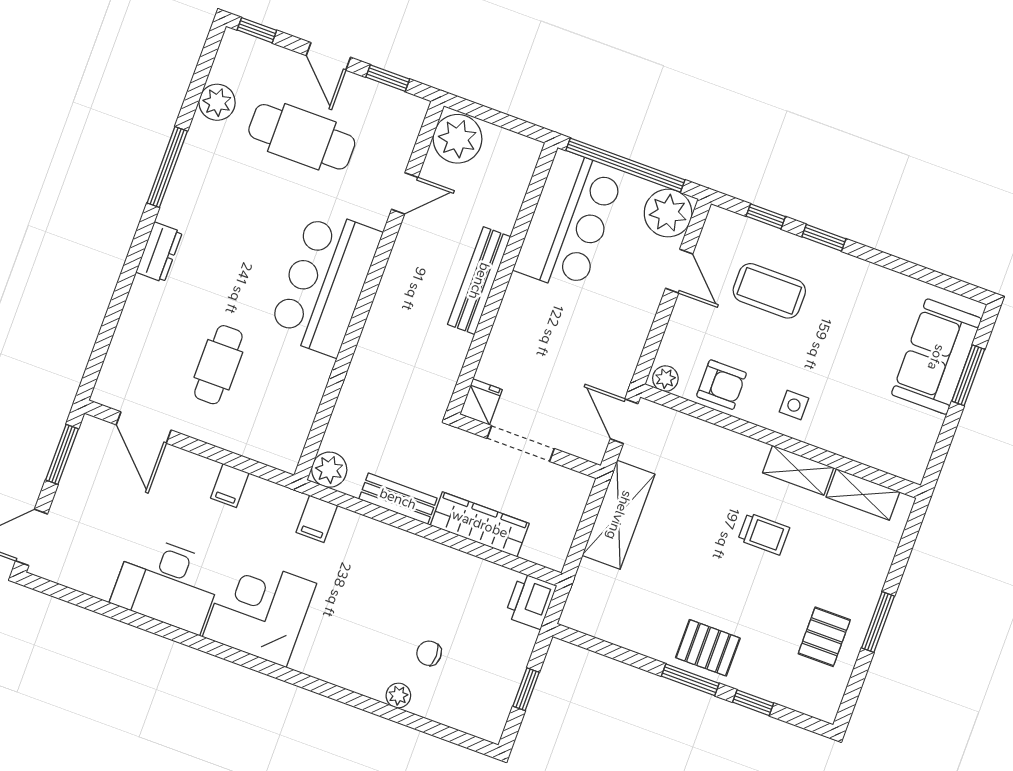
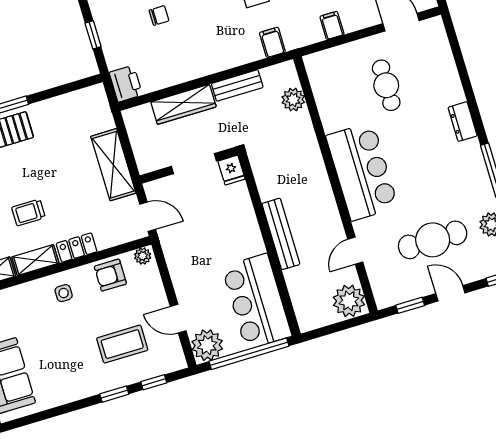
locker: (737, 448) -> (77, 248), added
plant: (329, 470) -> (293, 100), moved

